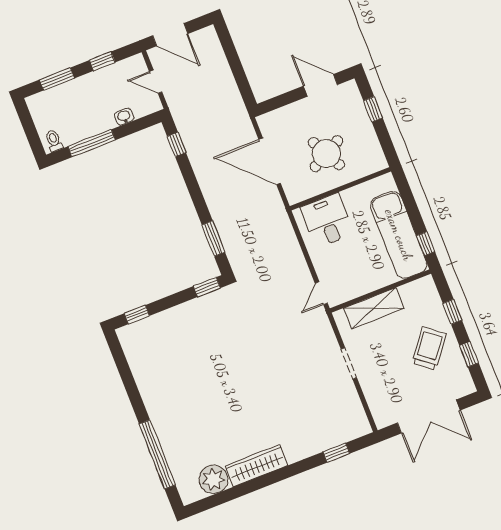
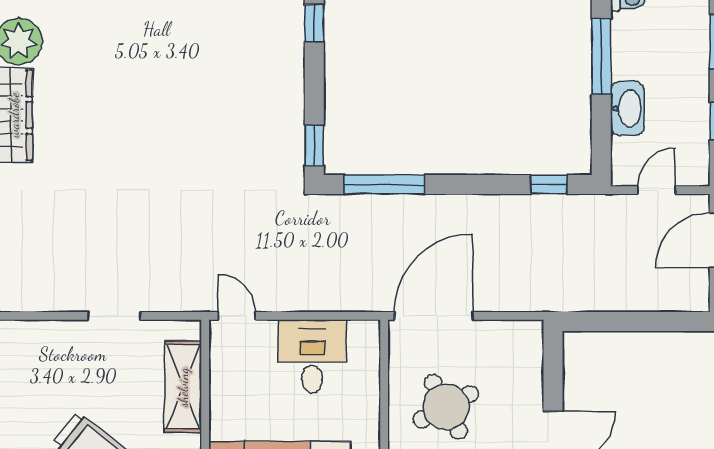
washbasin: (124, 117) -> (627, 108), width x1.91, depth x1.45
door: (270, 161) -> (434, 316), moved
desk: (327, 221) -> (312, 356), moved, turned -90
window: (213, 238) -> (384, 185), width x1.44

